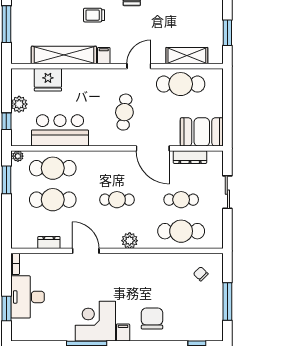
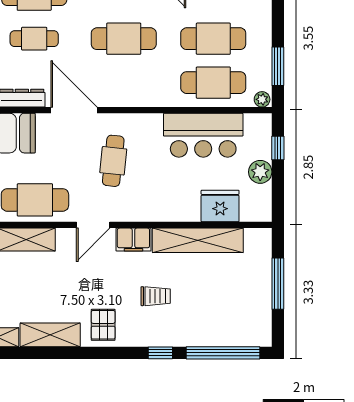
filing cabinet: (104, 56) -> (133, 240), width x2.00
cafe table: (117, 200) -> (124, 39), width x1.37, depth x1.35

